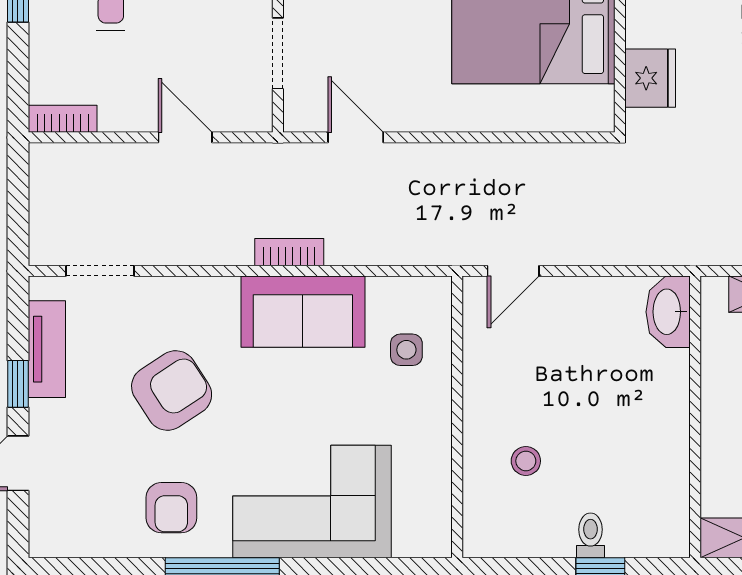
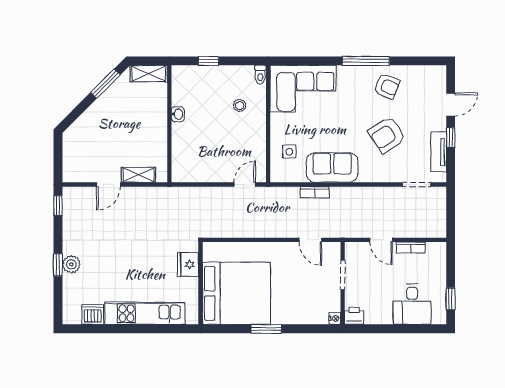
bookcase: (63, 119) -> (411, 248), moved
bookcase: (289, 252) -> (315, 192), moved
washbasin: (668, 312) -> (178, 114), moved, width x0.52, depth x0.69
corner sofa: (312, 501) -> (303, 89), moved
armchair: (171, 508) -> (387, 86), turned 113
toilet: (590, 535) -> (260, 75), moved

